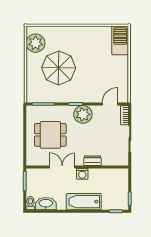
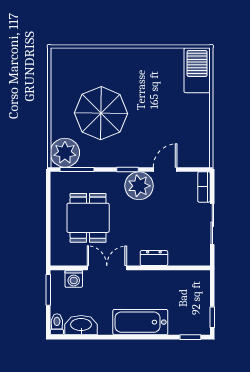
plant: (36, 43) -> (65, 153), moved
door: (110, 104) -> (165, 169), moved
dining table: (50, 135) -> (88, 218), turned 90
washing machine: (82, 174) -> (74, 279), moved

